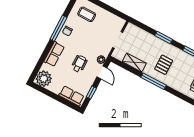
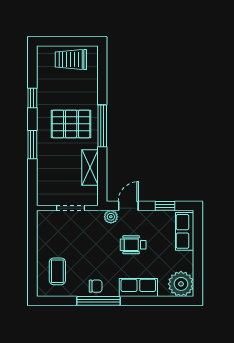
pallet: (164, 65) -> (71, 124), width x1.50, depth x1.42

